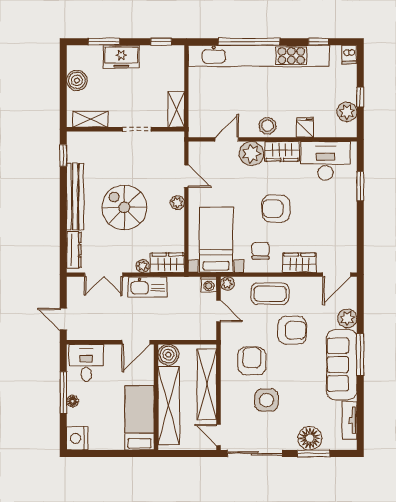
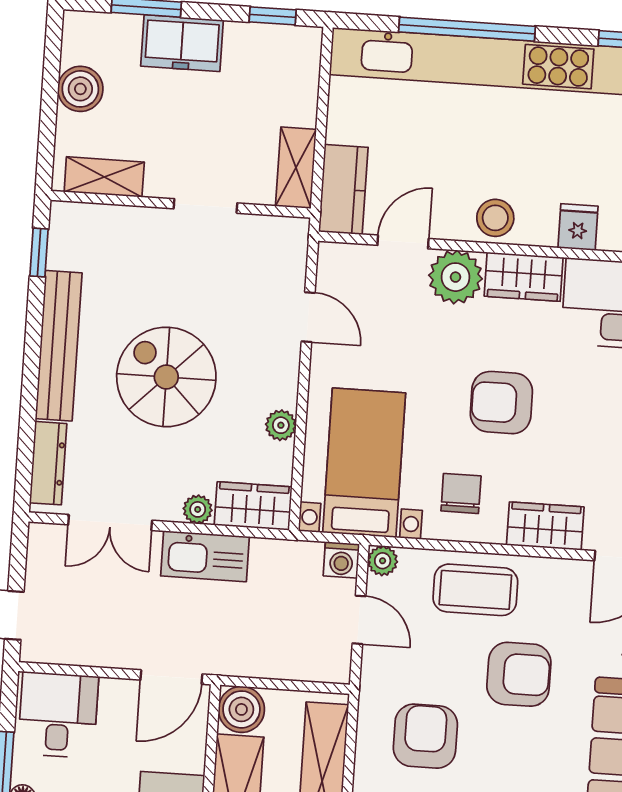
kitchen counter: (198, 118) -> (343, 189), added
plant: (177, 203) -> (281, 425), moved

